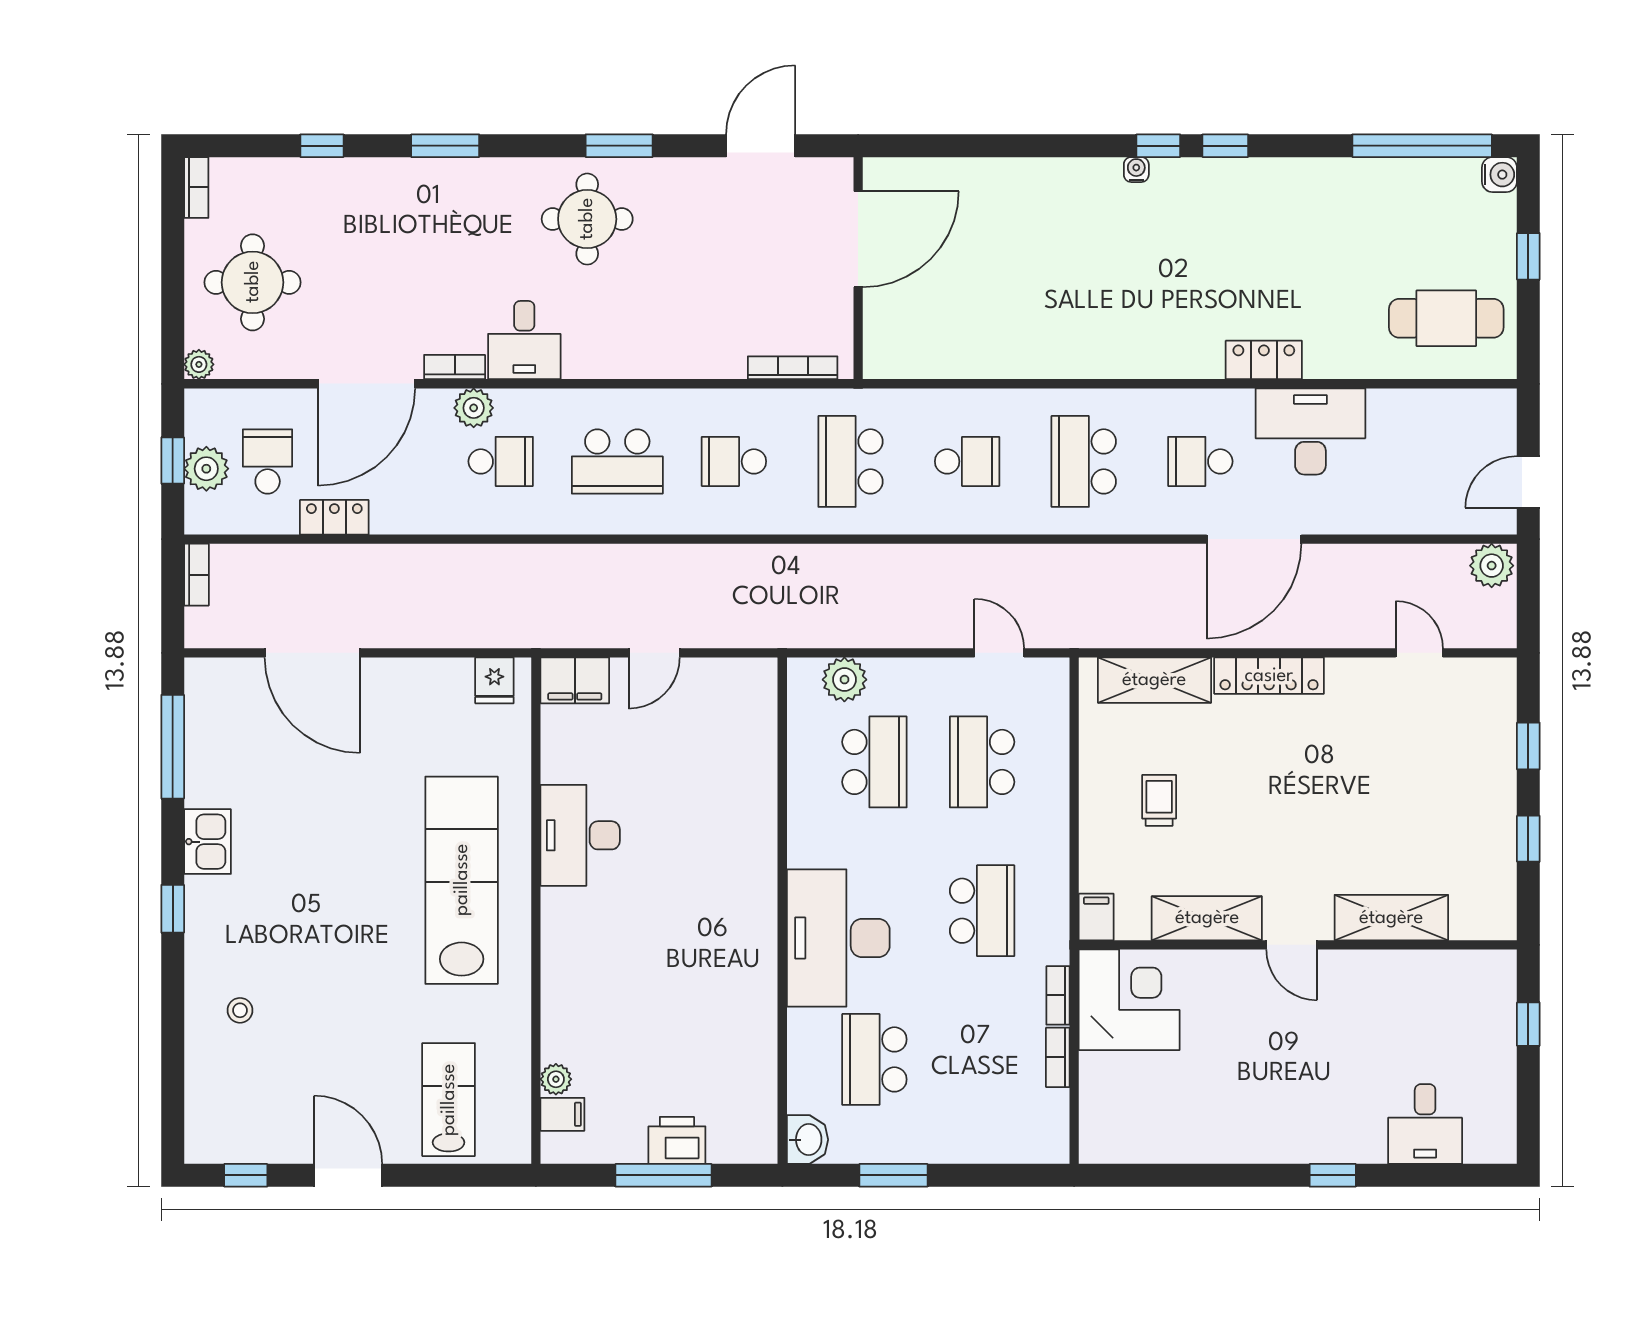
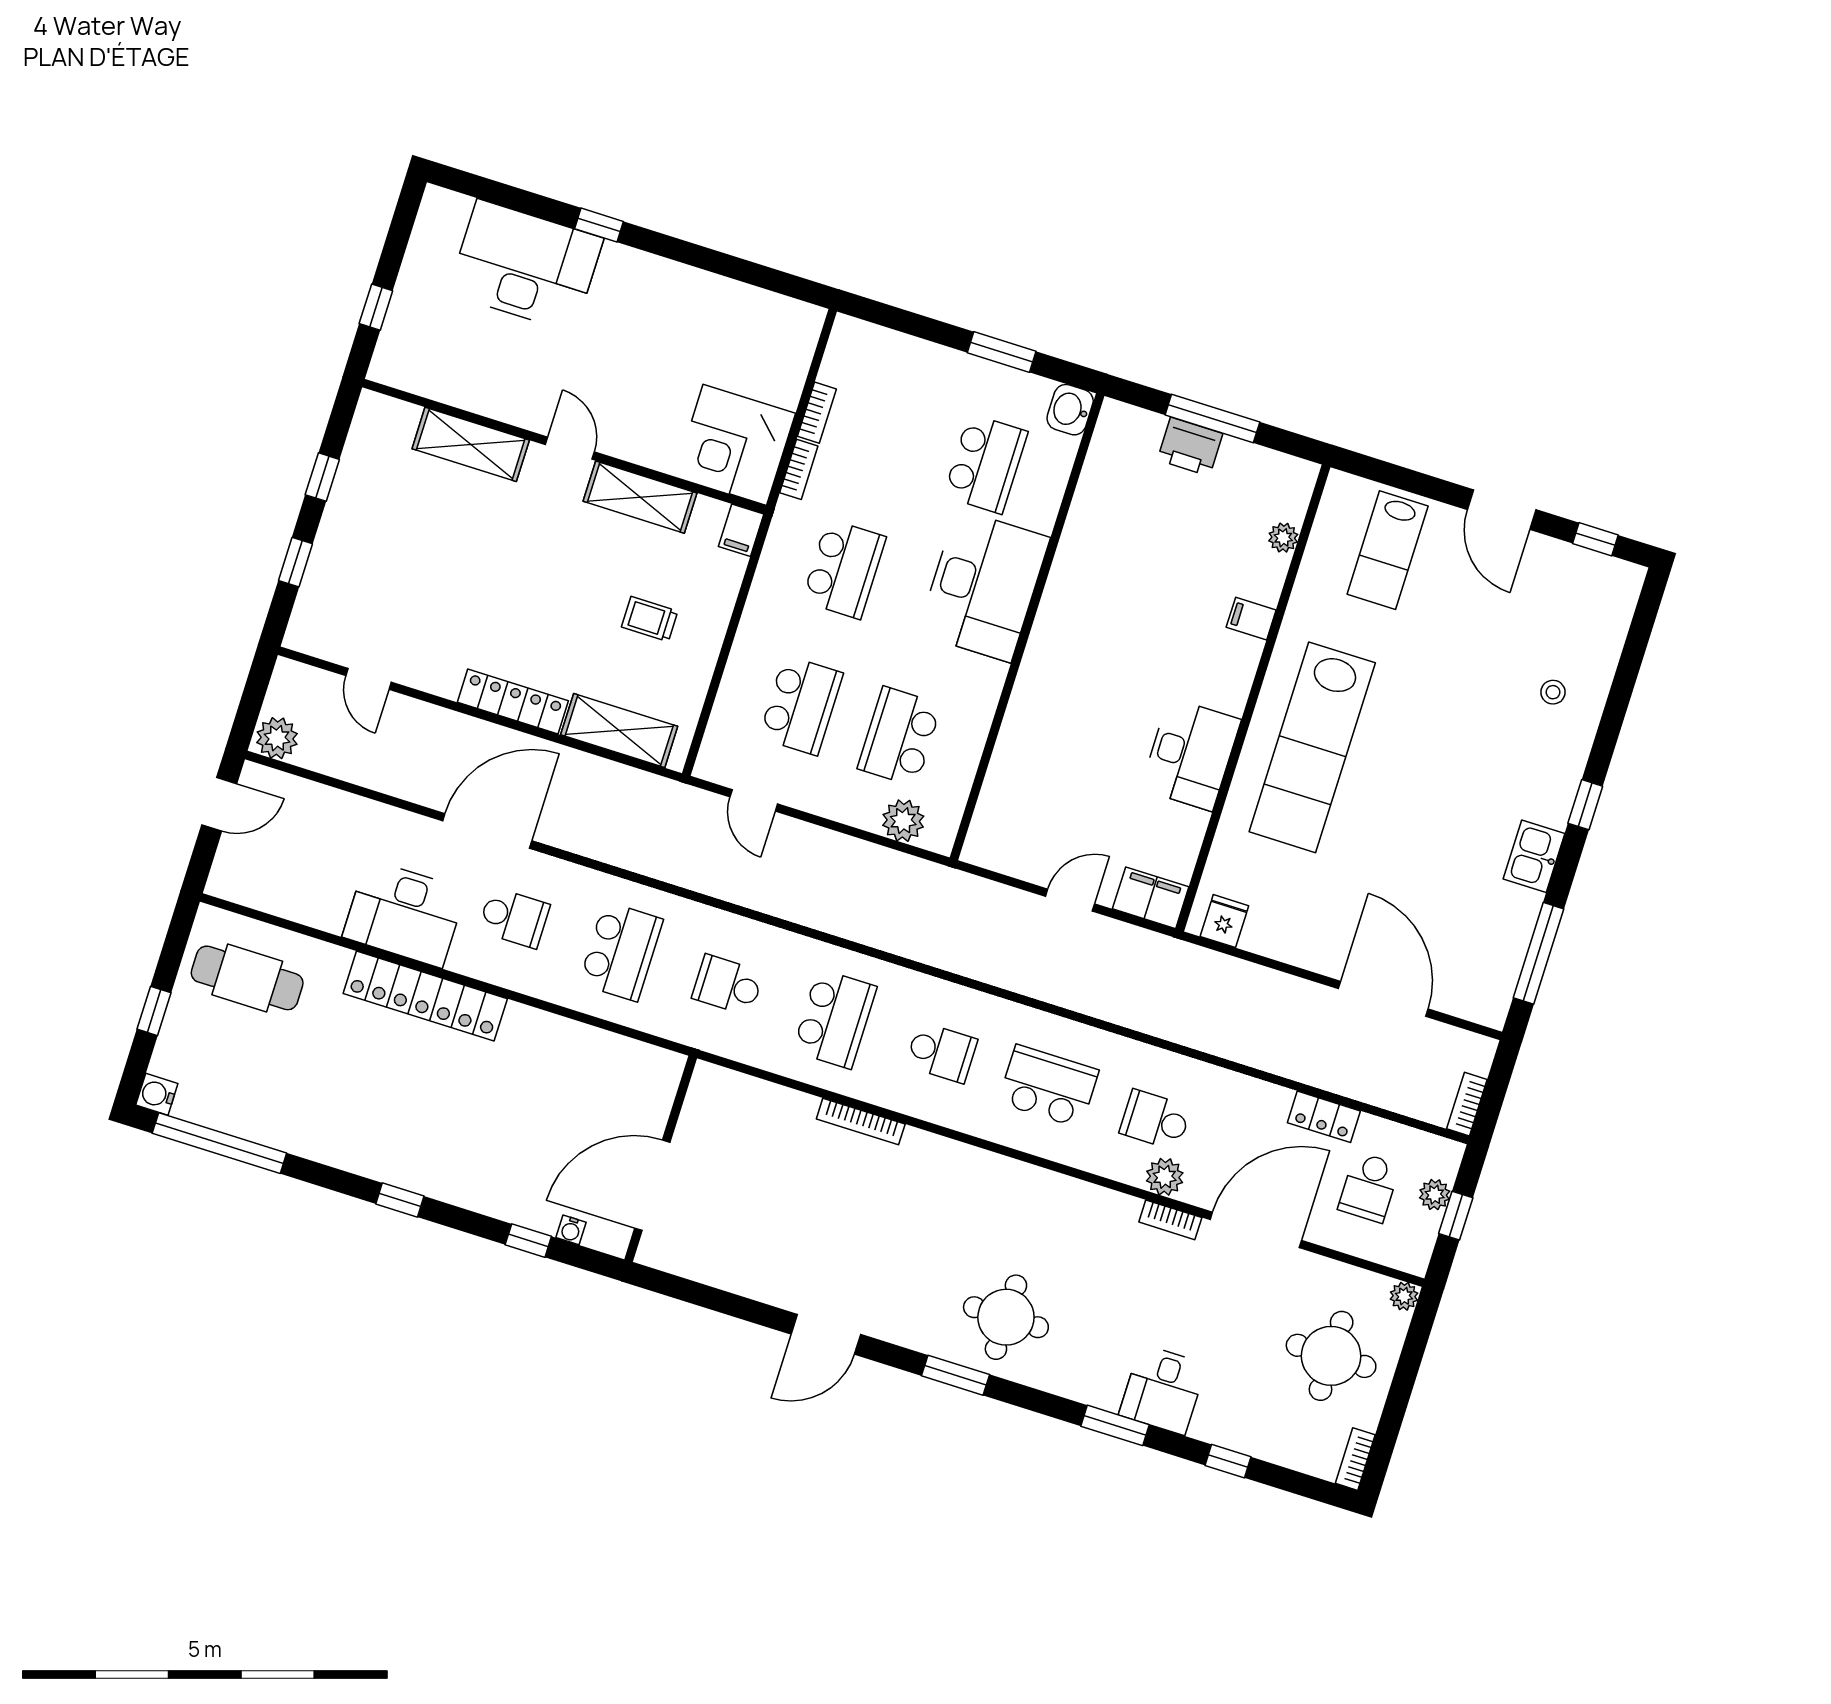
window: (1158, 146) -> (528, 1241), moved
water cooler: (1136, 170) -> (571, 1230), moved
door: (858, 239) -> (652, 1185), moved
wall: (858, 268) -> (661, 1159), moved
desk: (524, 340) -> (1163, 1390), moved, turned 180
locker: (1264, 360) -> (425, 996), width x2.16, depth x1.21
plant: (206, 469) -> (1435, 1195), width x0.73, depth x0.73
trolley: (1159, 800) -> (650, 619), turned 90
school desk: (982, 911) -> (844, 569), turned 180
filing cabinet: (562, 1114) -> (1251, 619), moved
desk: (1425, 1124) -> (526, 266), width x1.87, depth x1.30

